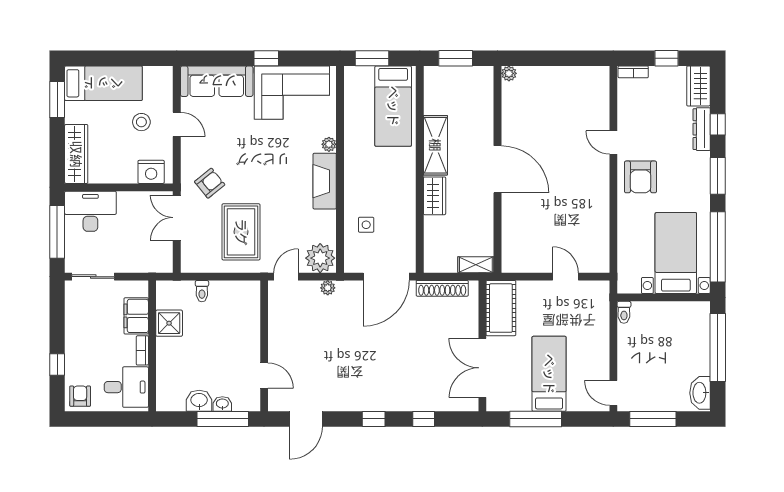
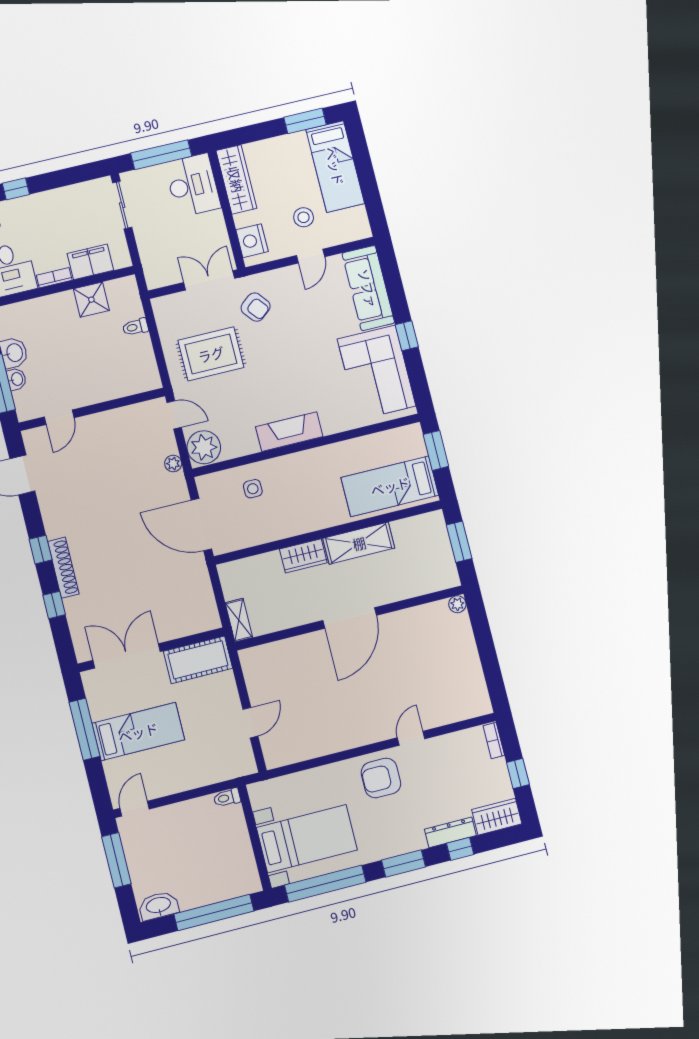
plant: (329, 144) -> (331, 426), removed
wardrobe: (76, 154) -> (236, 179), moved, turned -90
shoe rack: (442, 288) -> (63, 568), moved, turned 180

